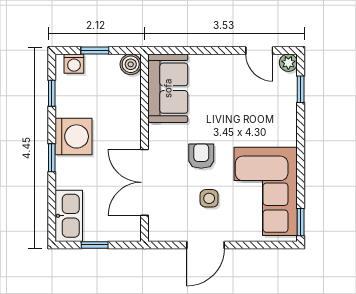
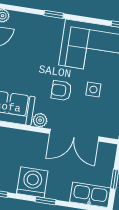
window: (301, 89) -> (54, 14), moved
plant: (157, 134) -> (40, 120), added

